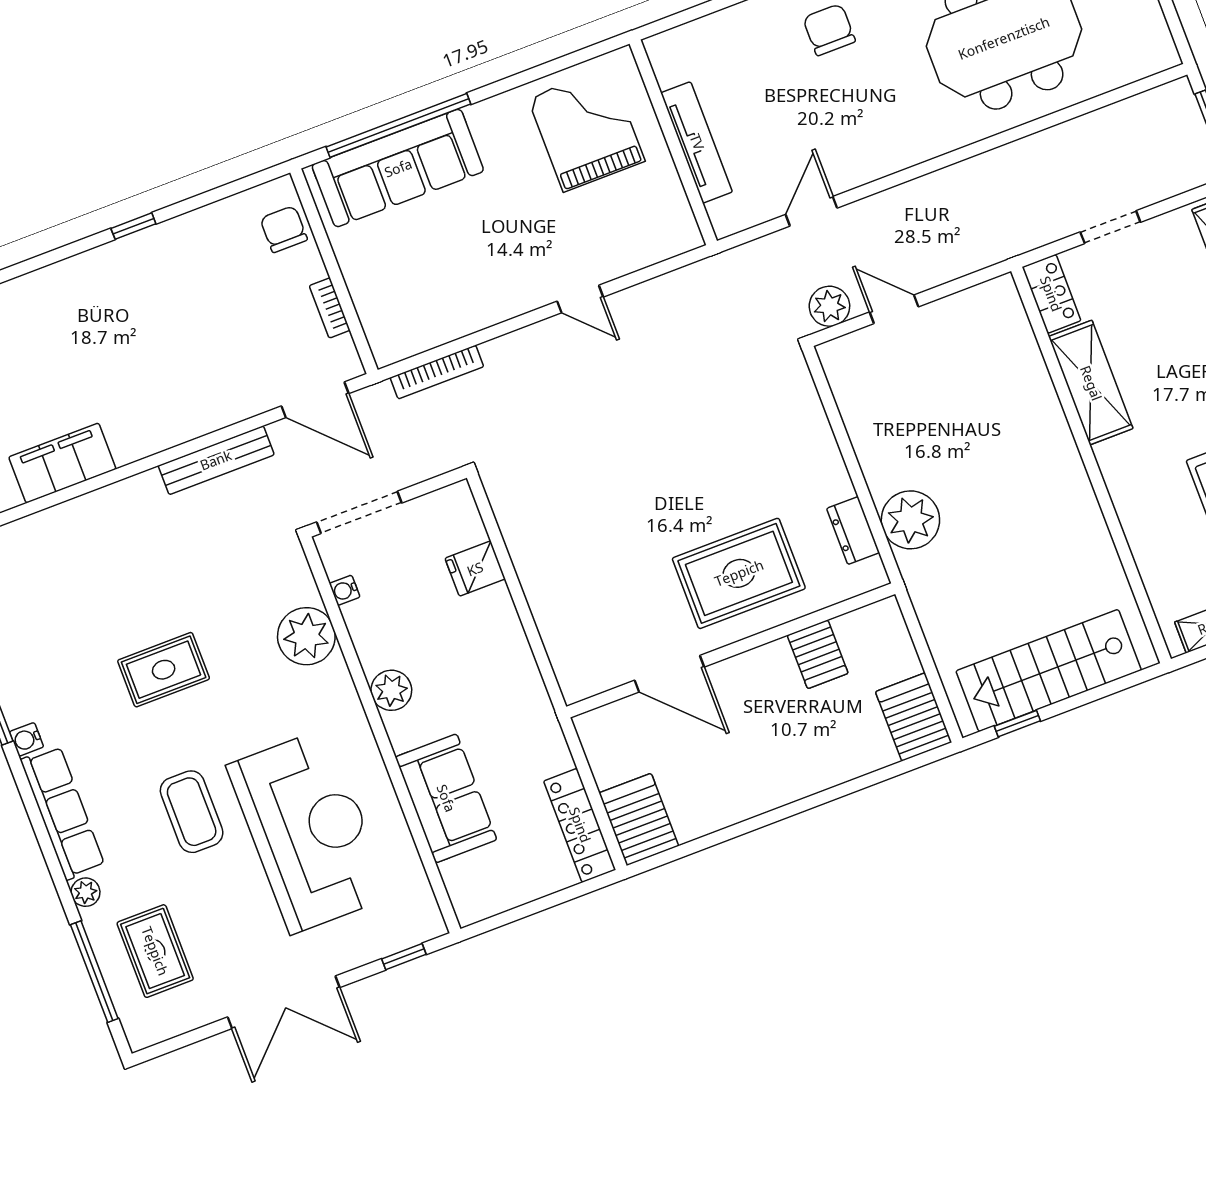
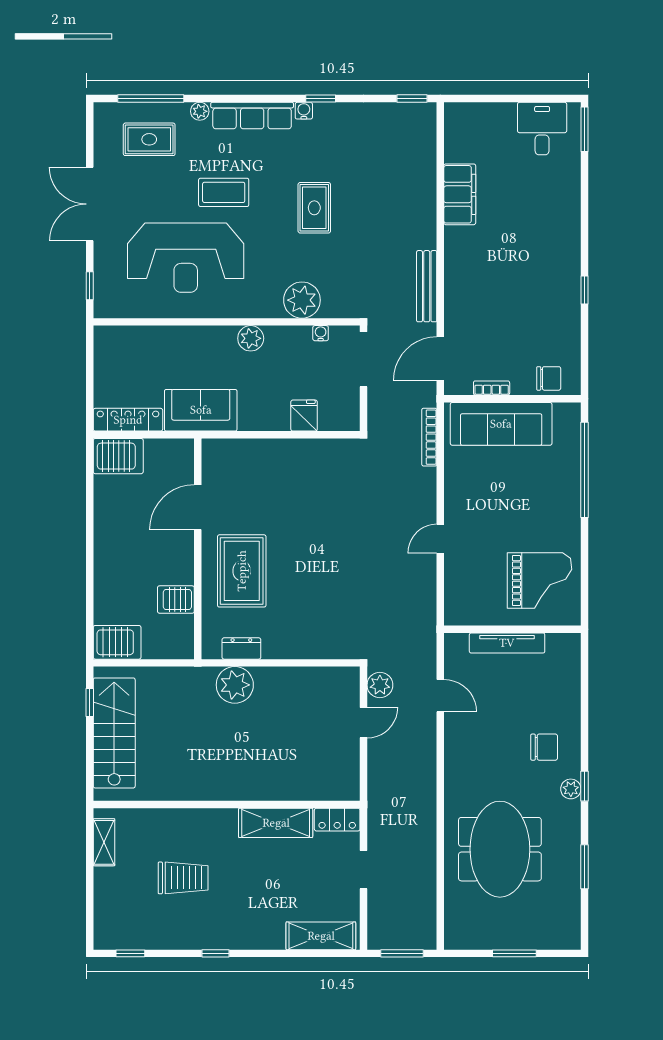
sofa: (398, 168) -> (501, 424), moved, turned -90
sofa: (446, 798) -> (201, 410), moved, turned 180

